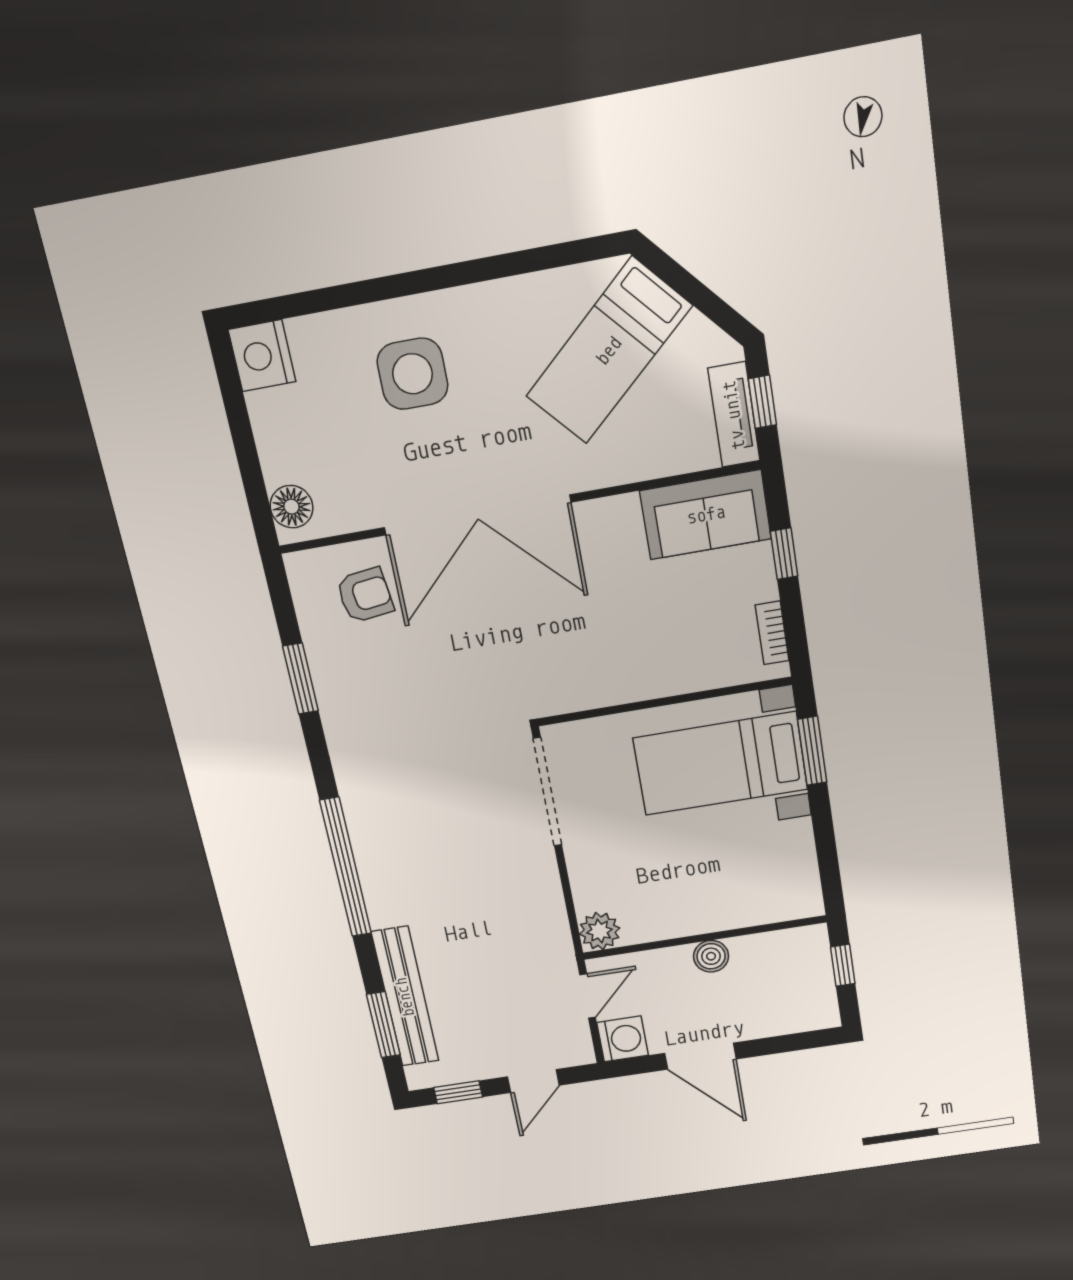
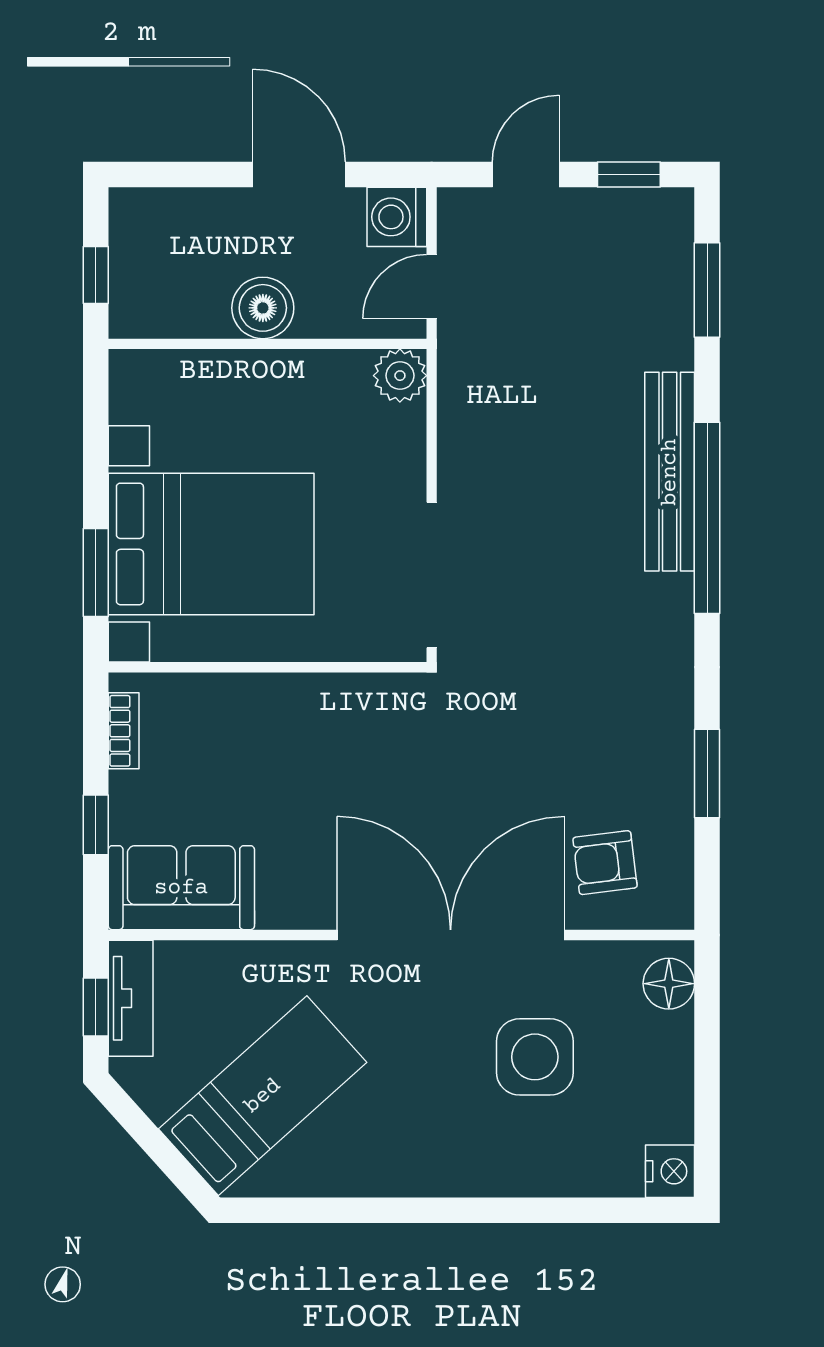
nightstand: (262, 356) -> (670, 1171), width x0.74, depth x0.75
side table: (412, 374) -> (535, 1057), moved
bed with nightstands: (720, 764) -> (211, 544), width x1.36
boiler: (711, 956) -> (263, 308), width x1.36, depth x1.36
bench: (405, 997) -> (670, 472), moved

